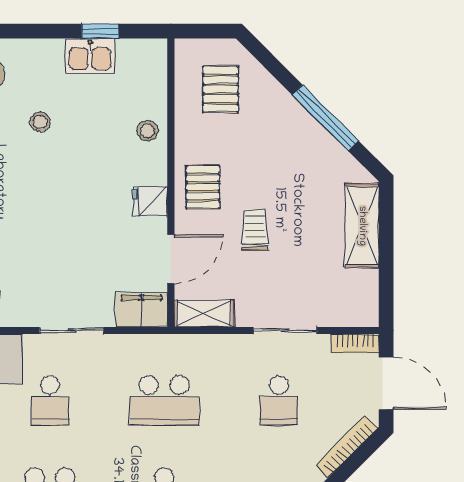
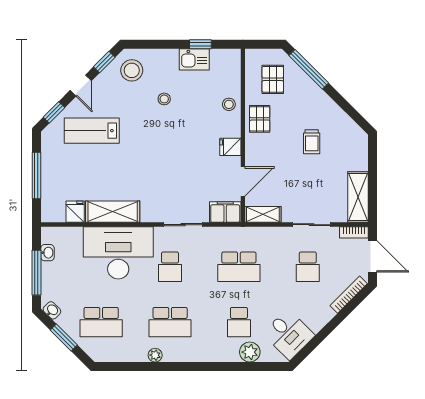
window: (325, 118) -> (309, 69), moved
pallet: (203, 187) -> (260, 119), moved
shelving: (362, 226) -> (358, 197), moved
trolley: (255, 230) -> (312, 142), moved, turned 180

